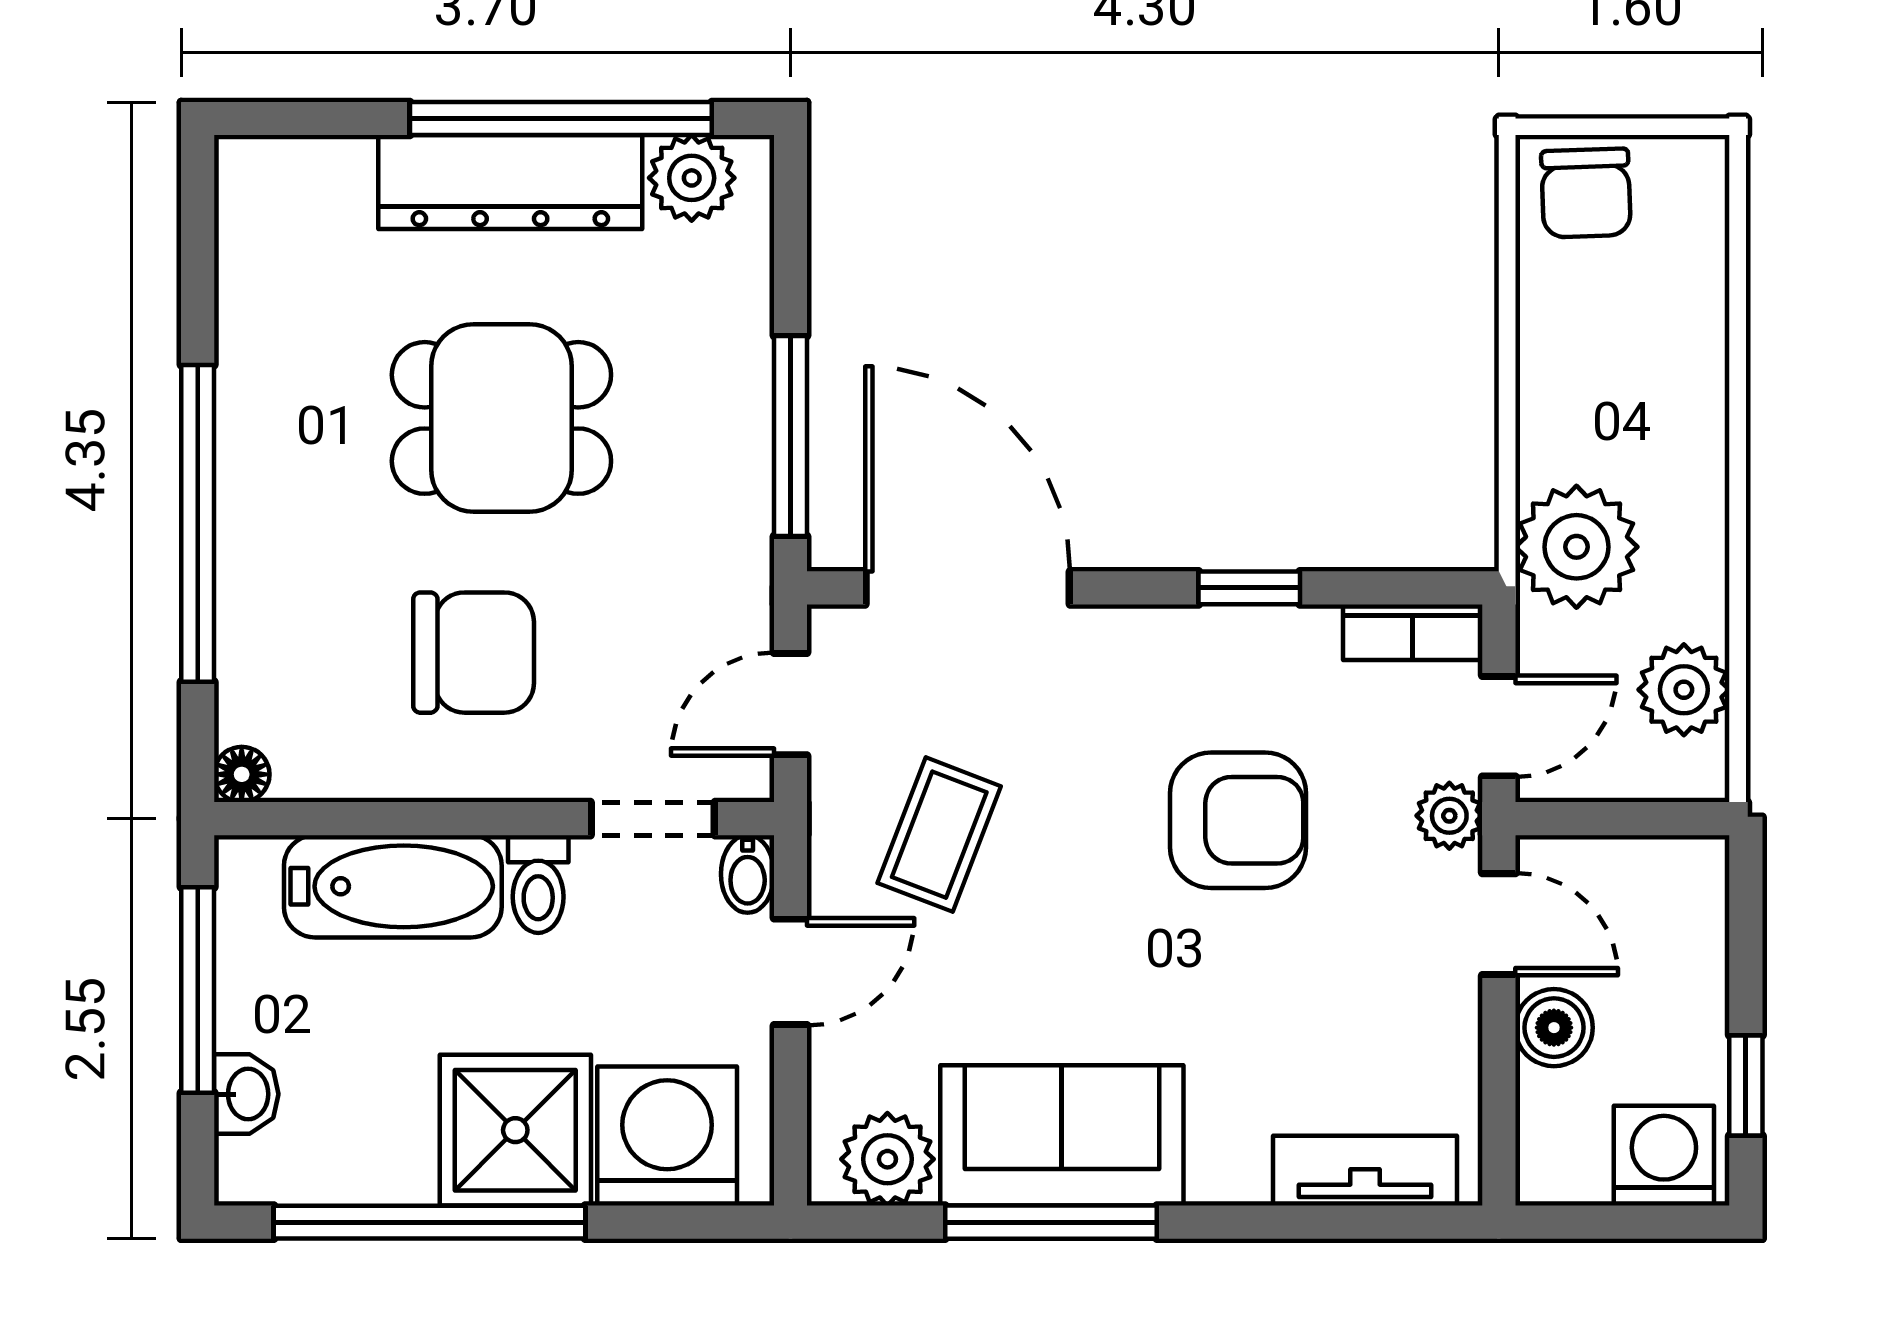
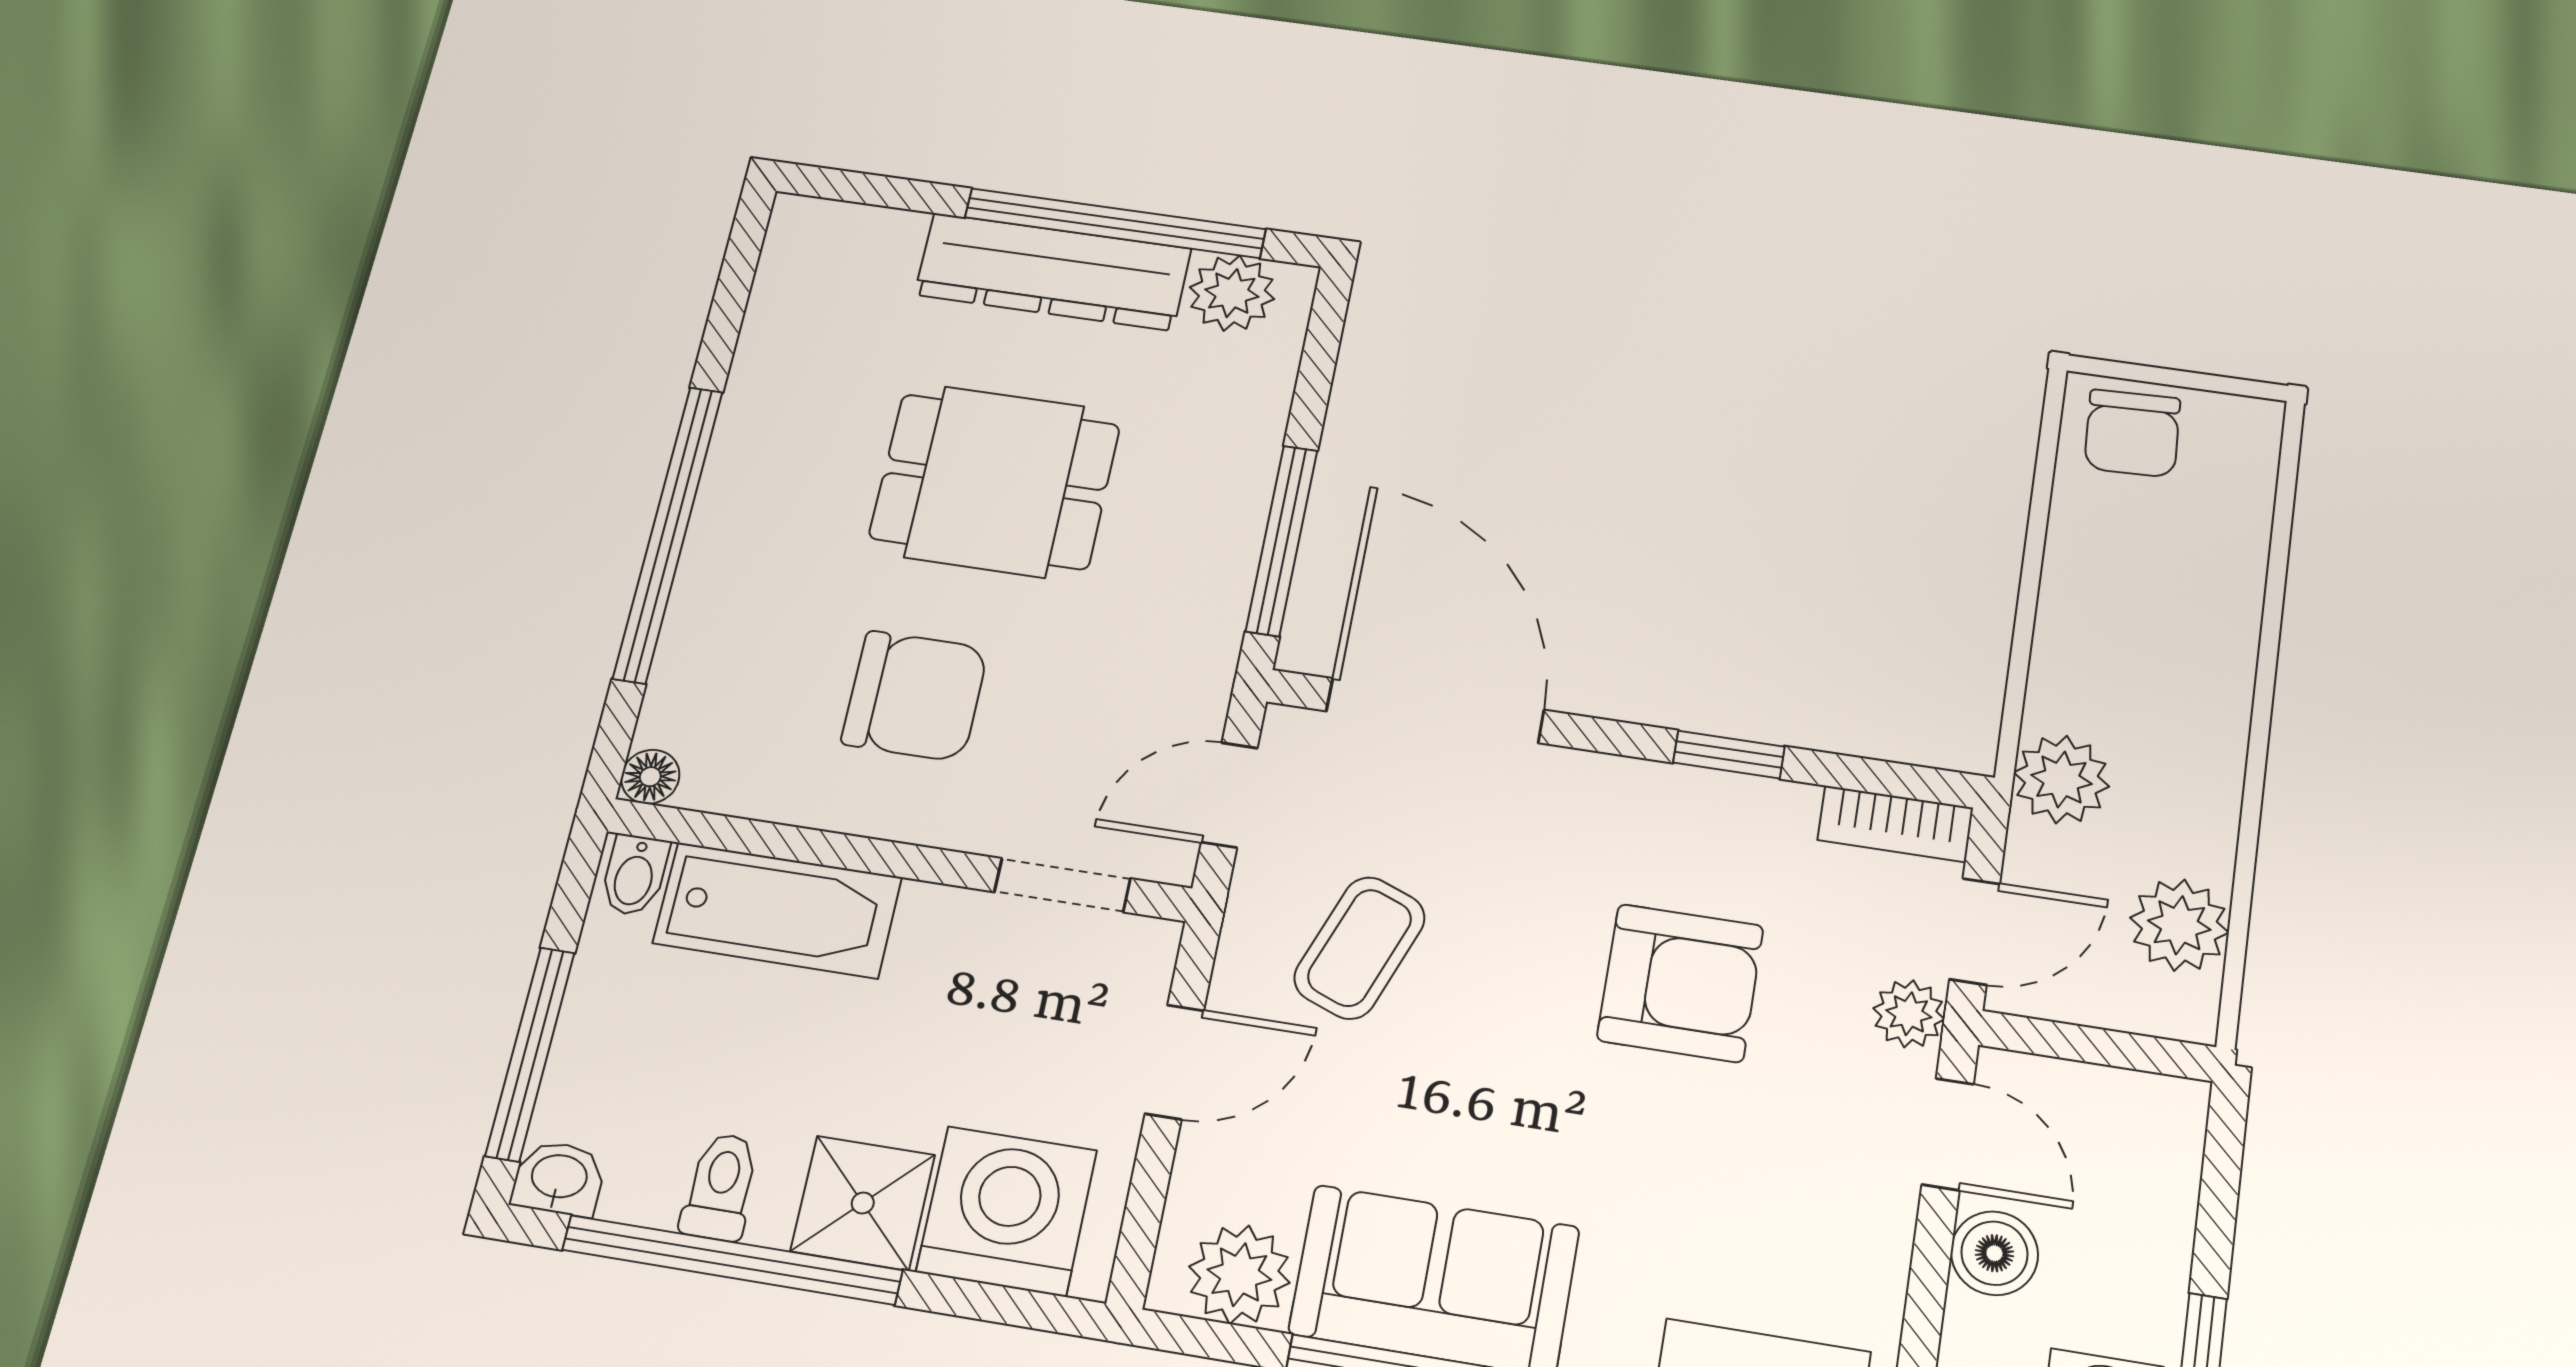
plant: (1576, 547) -> (2061, 779), width x0.73, depth x0.73
bidet: (748, 874) -> (635, 875), moved
toilet: (538, 884) -> (721, 1187), moved, turned 180
window: (198, 990) -> (530, 1054), moved
washbasin: (246, 1094) -> (559, 1178), moved, turned -90
shower: (515, 1130) -> (863, 1203), width x0.73, depth x0.73

